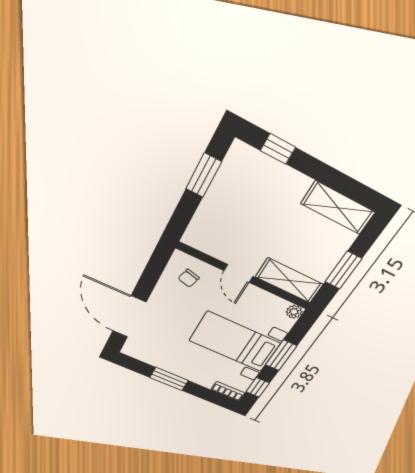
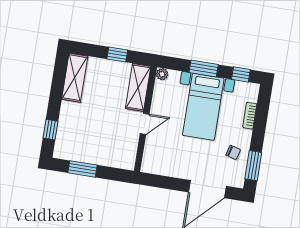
window: (343, 270) -> (117, 54), width x0.67
chair: (189, 278) -> (233, 152), moved
window: (169, 379) -> (253, 166), moved
bookcase: (228, 391) -> (250, 116), moved

